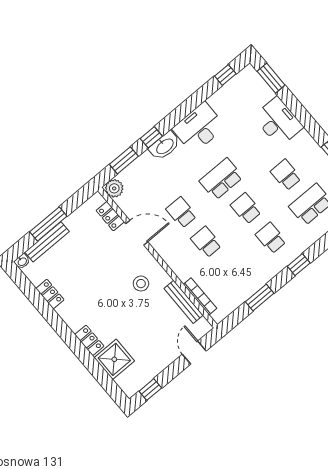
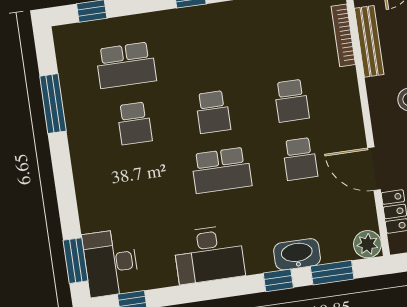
desk: (278, 122) -> (111, 263), moved
washbasin: (165, 146) -> (297, 254), moved
school desk: (271, 238) -> (205, 54), removed

